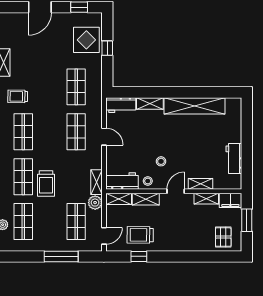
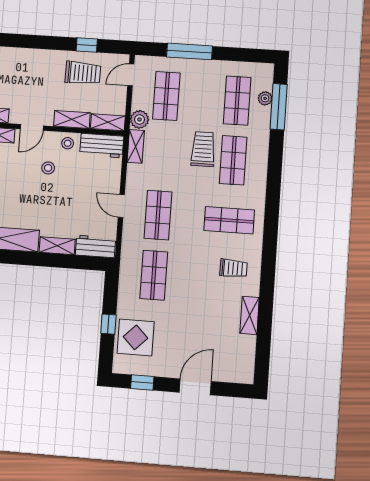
shop shelf: (23, 132) -> (229, 220), turned 90

